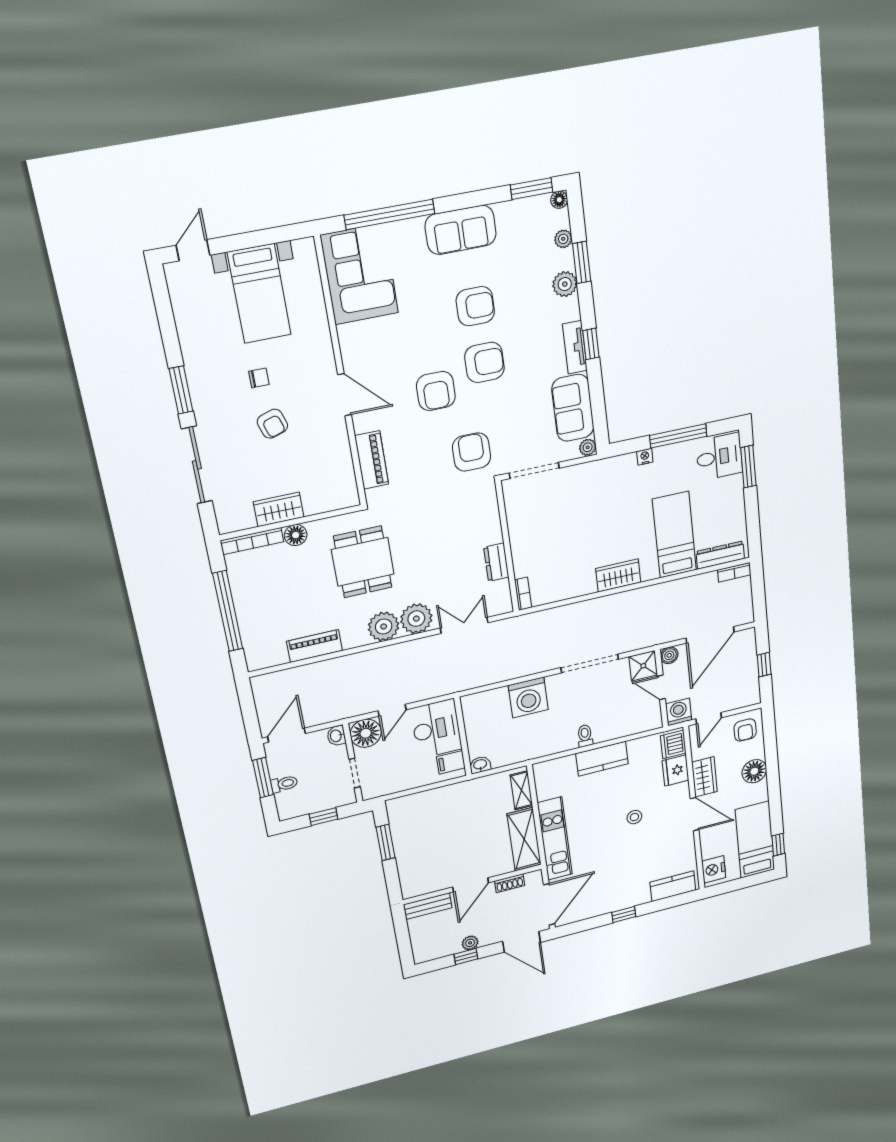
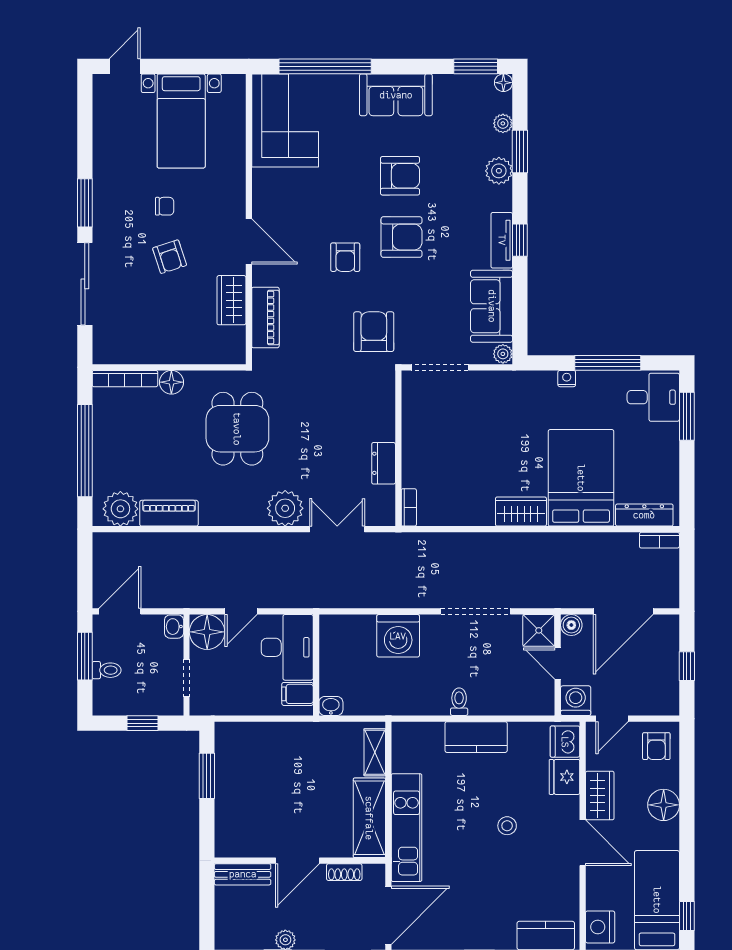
armchair: (436, 391) -> (345, 257), width x0.72, depth x0.72
wardrobe: (279, 509) -> (231, 300), moved, turned -90
bed: (674, 535) -> (581, 478), width x1.50
plant: (384, 626) -> (120, 509), moved

